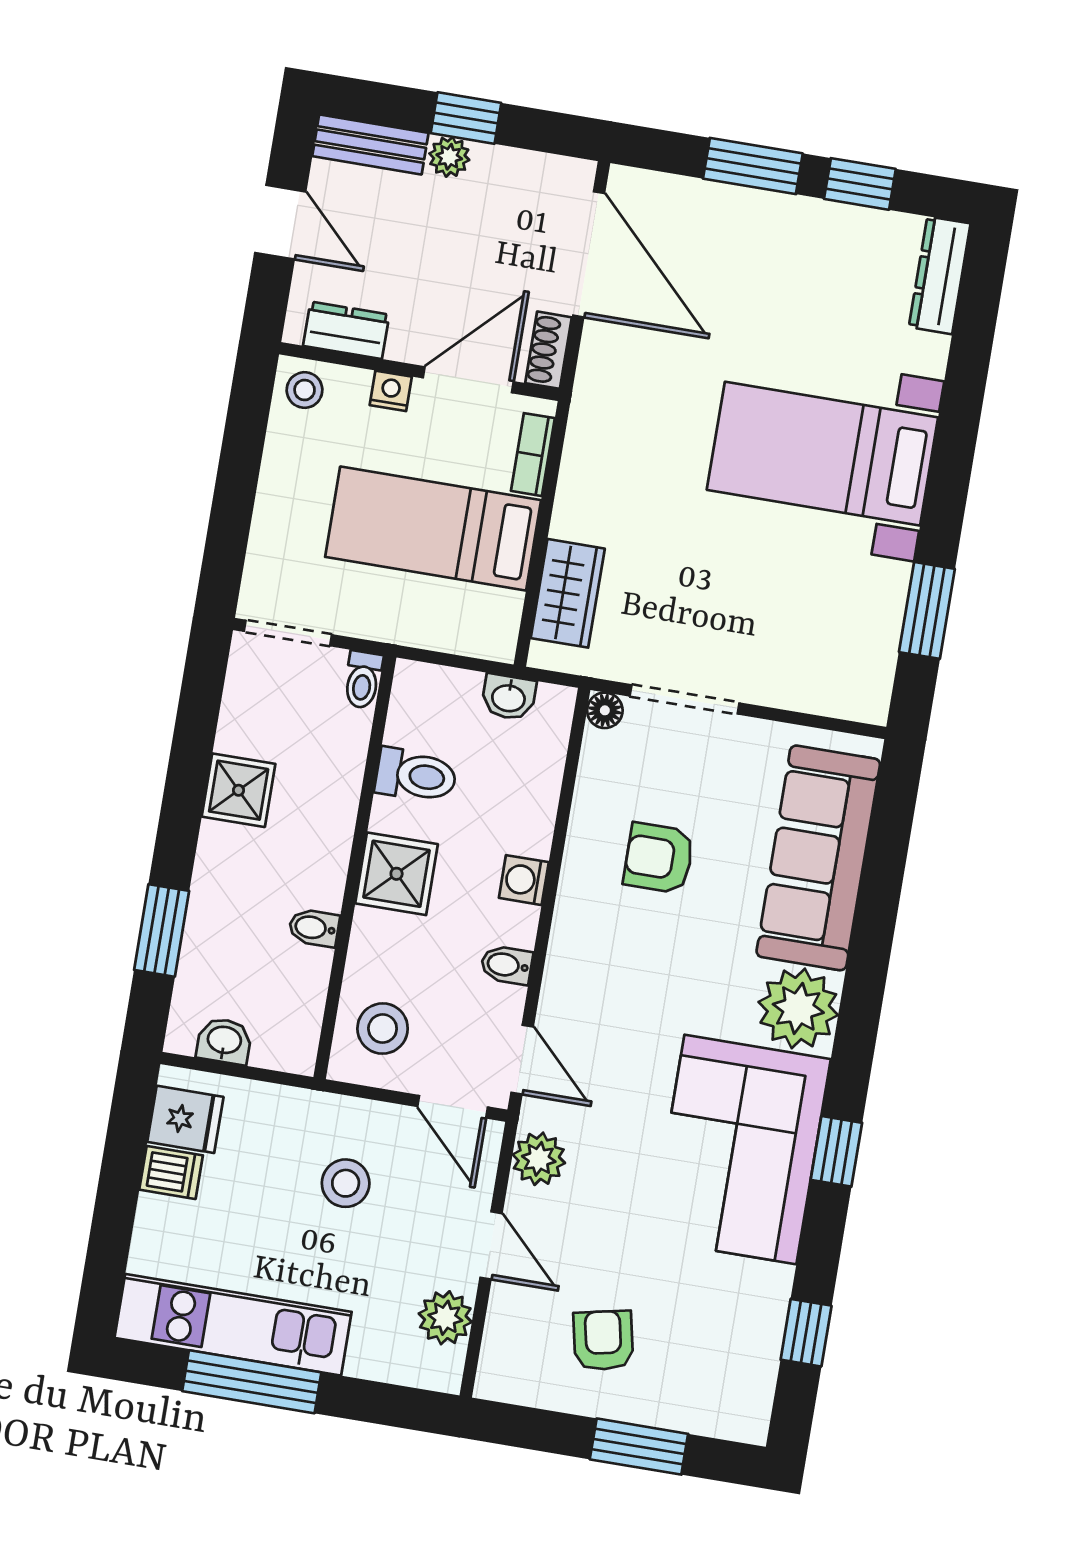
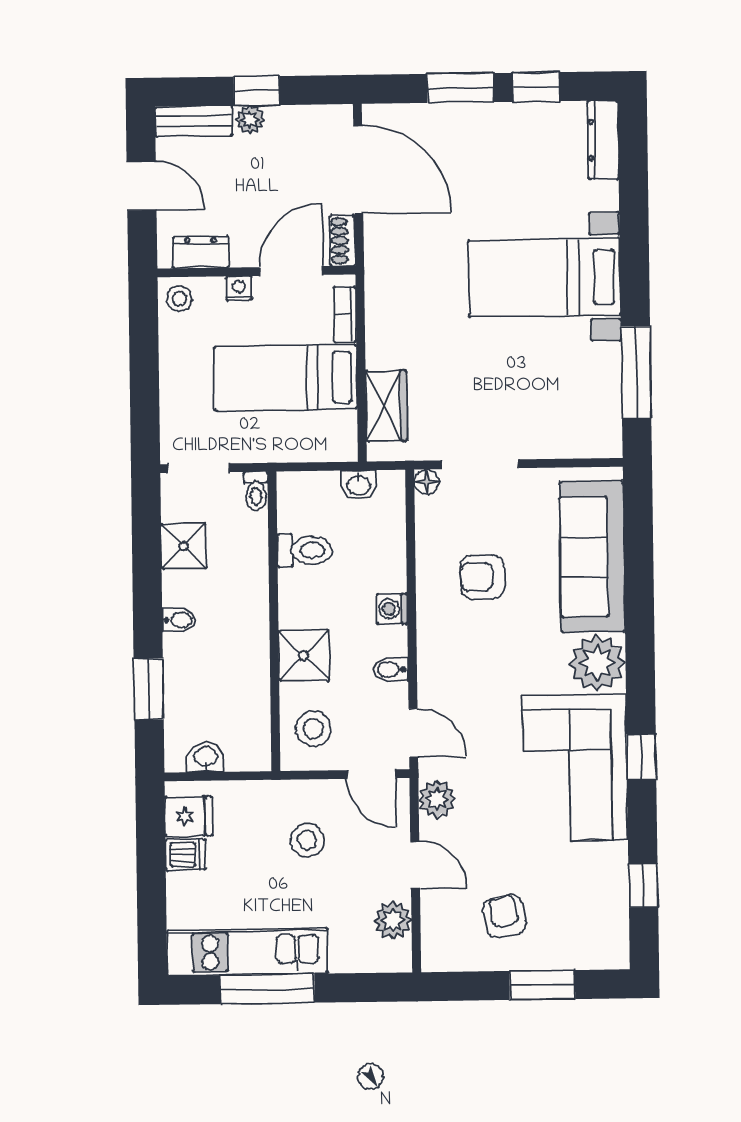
window: (927, 610) -> (636, 373), width x1.44
shower: (239, 790) -> (184, 546), moved
shower: (397, 874) -> (304, 655), moved
bidet: (314, 928) -> (179, 620), moved, turned 180

